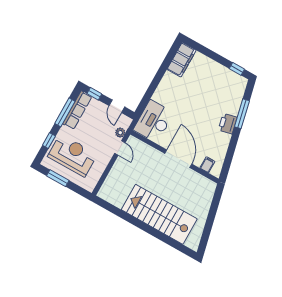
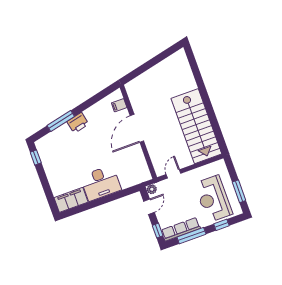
desk: (154, 121) -> (101, 183), moved
plant: (120, 133) -> (152, 189), moved
stairs: (159, 214) -> (196, 126), moved

